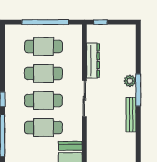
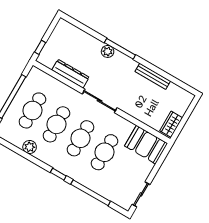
plant: (11, 62) -> (30, 147), added
bench: (131, 115) -> (153, 76), moved

